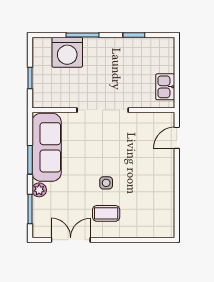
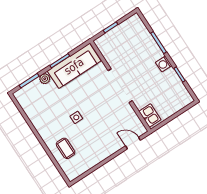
washing machine: (67, 52) -> (164, 64), moved, width x0.53, depth x0.53
kitchen sink: (165, 87) -> (150, 115), moved, turned 90
coffee table: (106, 213) -> (66, 148), moved
double door: (71, 240) -> (27, 119), removed

